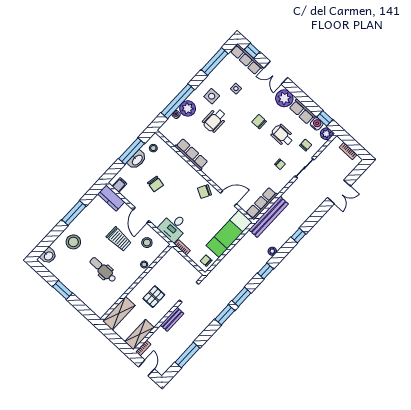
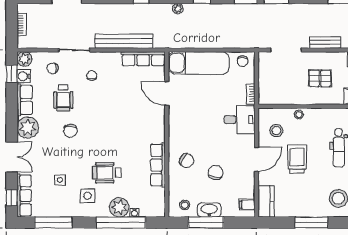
wheelchair: (215, 120) -> (107, 173), turned 180
chair: (204, 192) -> (187, 161), moved
bench: (269, 217) -> (124, 41), moved

